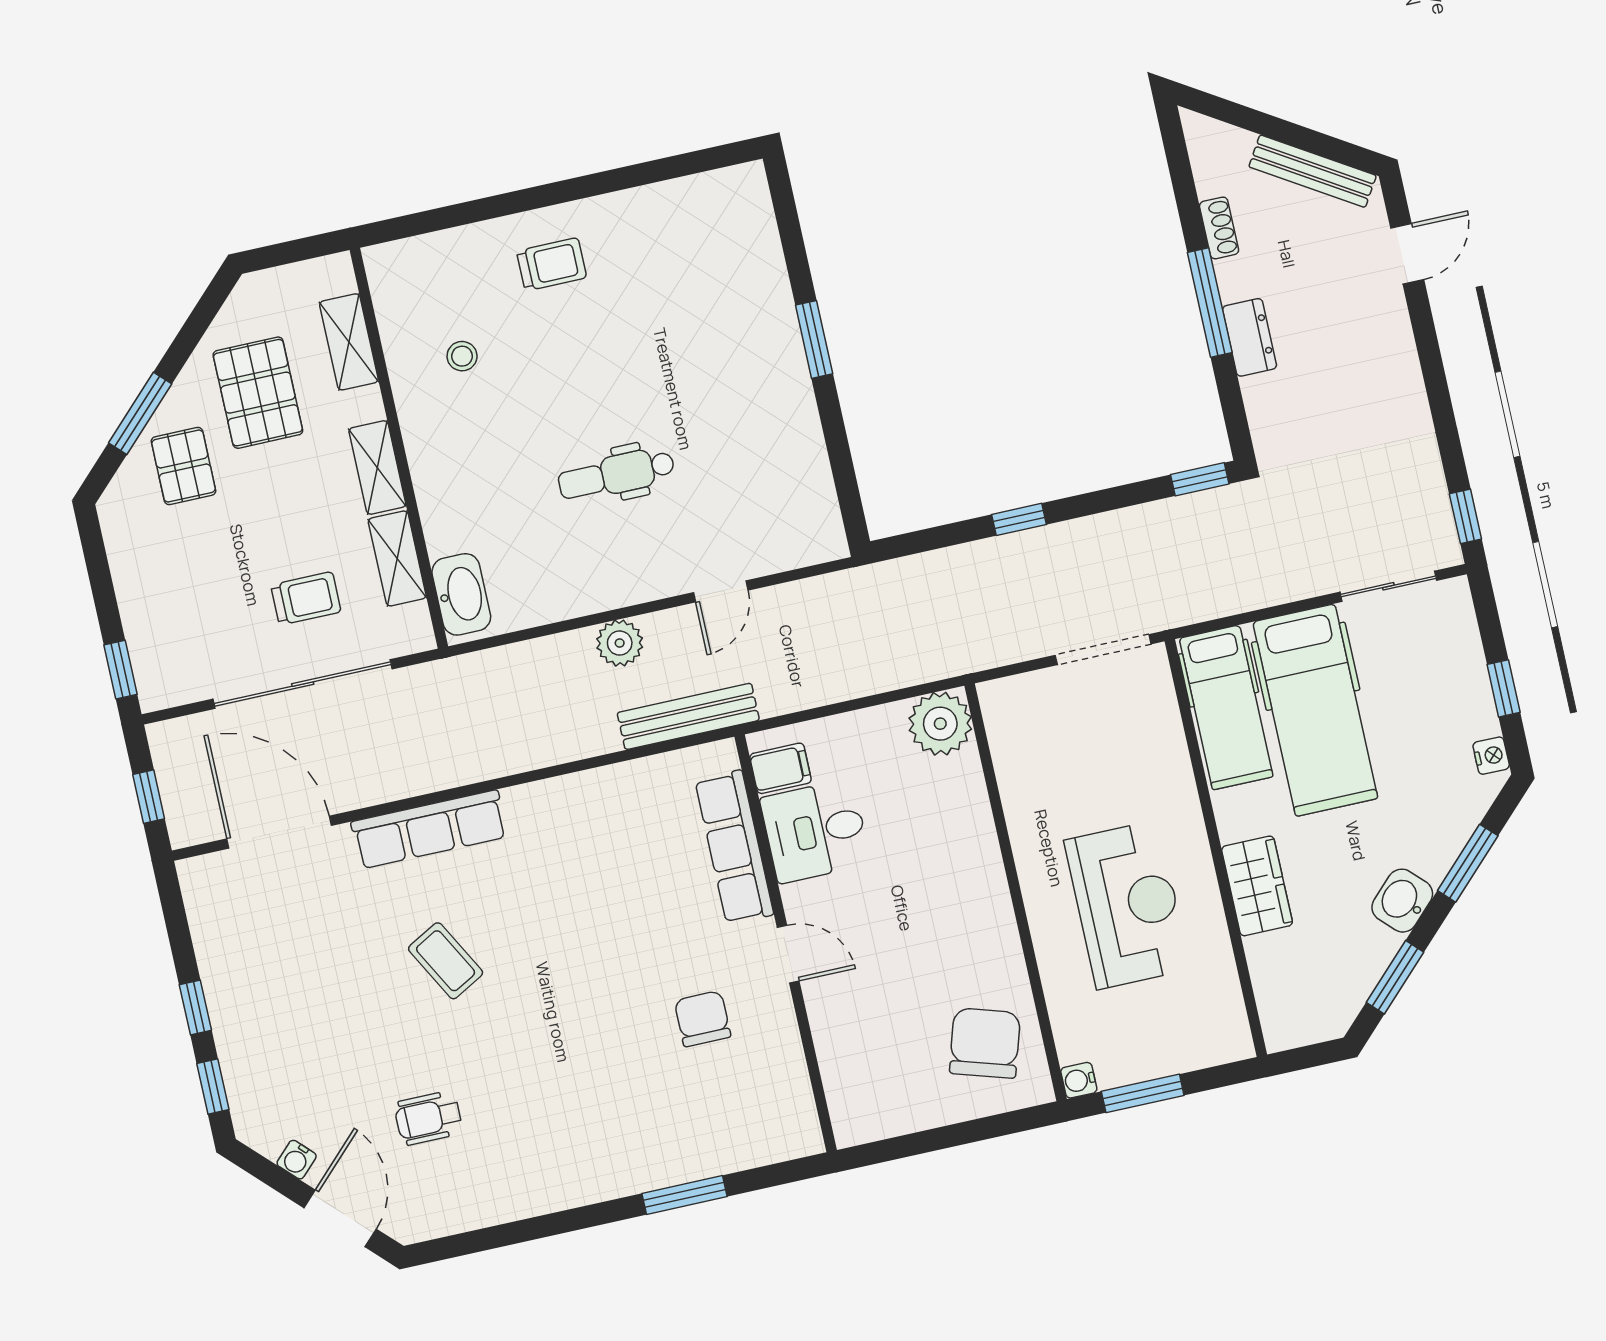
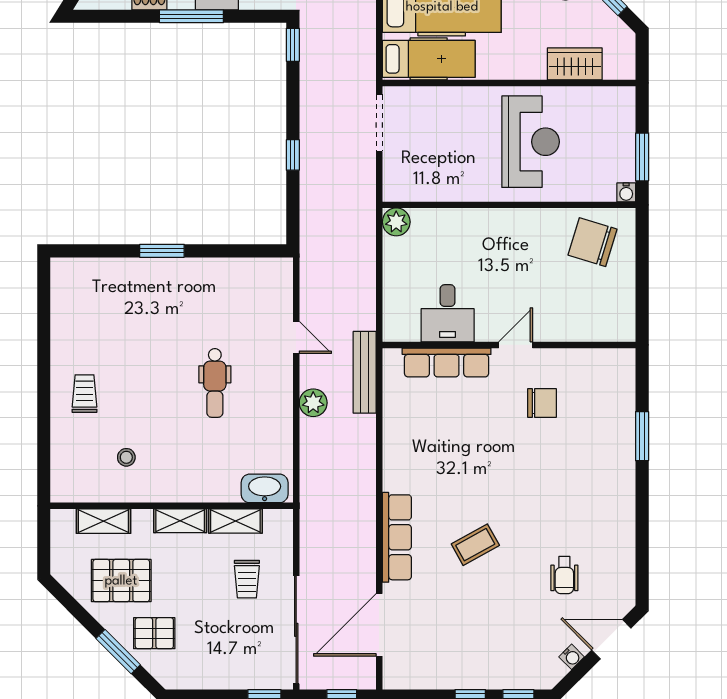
trolley: (306, 598) -> (247, 579), turned 180
sliding door: (303, 684) -> (296, 630), moved
plant: (940, 724) -> (396, 222), width x0.73, depth x0.73
filing cabinet: (781, 768) -> (407, 325), removed
wardrobe: (1257, 886) -> (575, 64), moved
reception desk: (1127, 905) -> (531, 142), turned 90
chair: (703, 1019) -> (542, 403), turned 180

